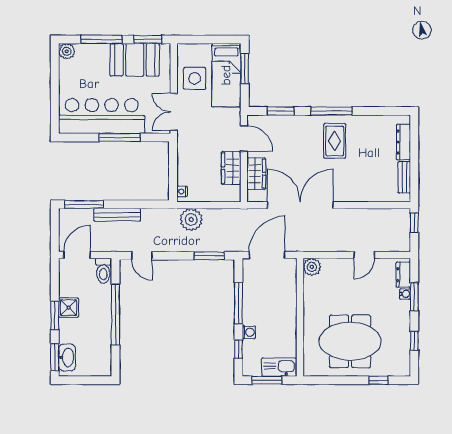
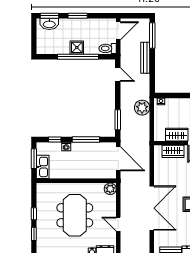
double door: (300, 205) -> (152, 208), moved
door: (77, 255) -> (118, 31), hinge flipped
door: (142, 256) -> (118, 74), swing flipped
shower: (69, 308) -> (77, 47), moved
meeting table: (350, 341) -> (75, 215), moved
window: (349, 380) -> (34, 214), added

